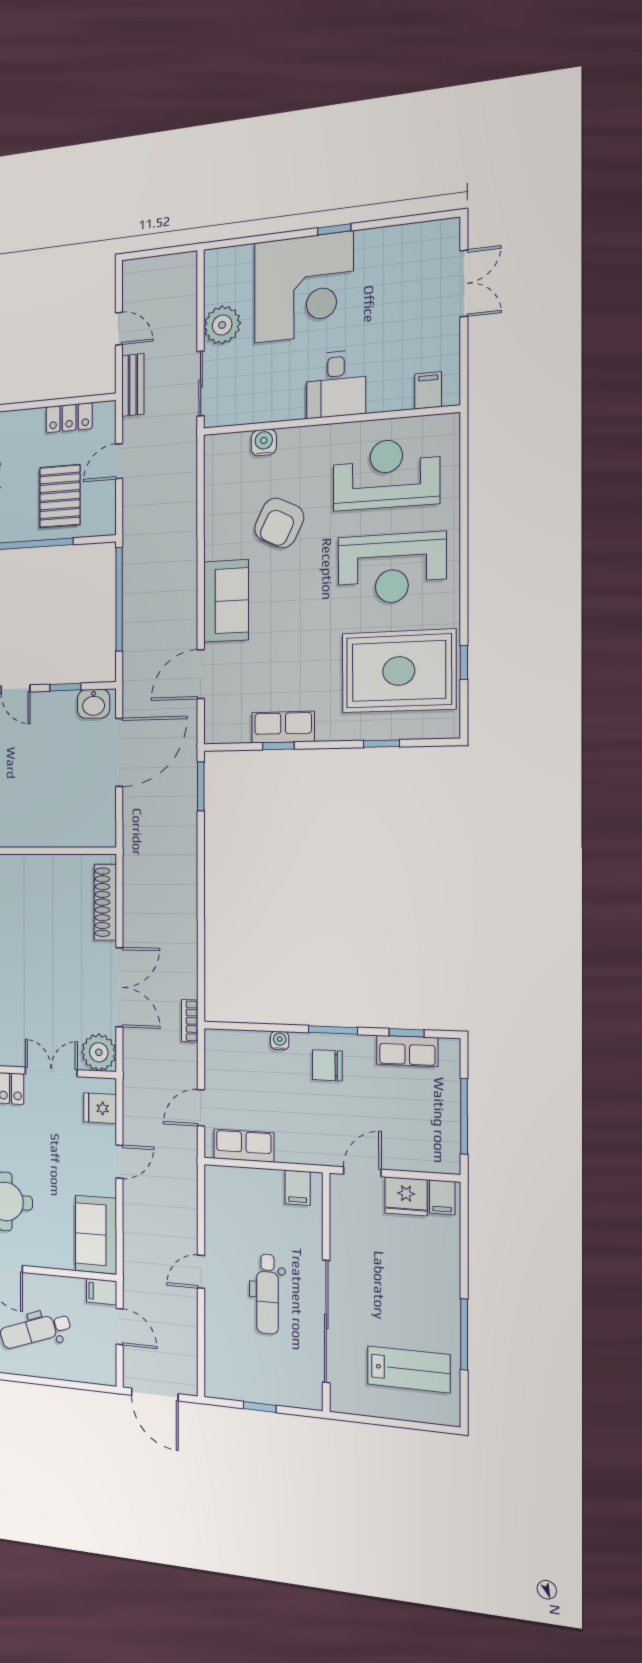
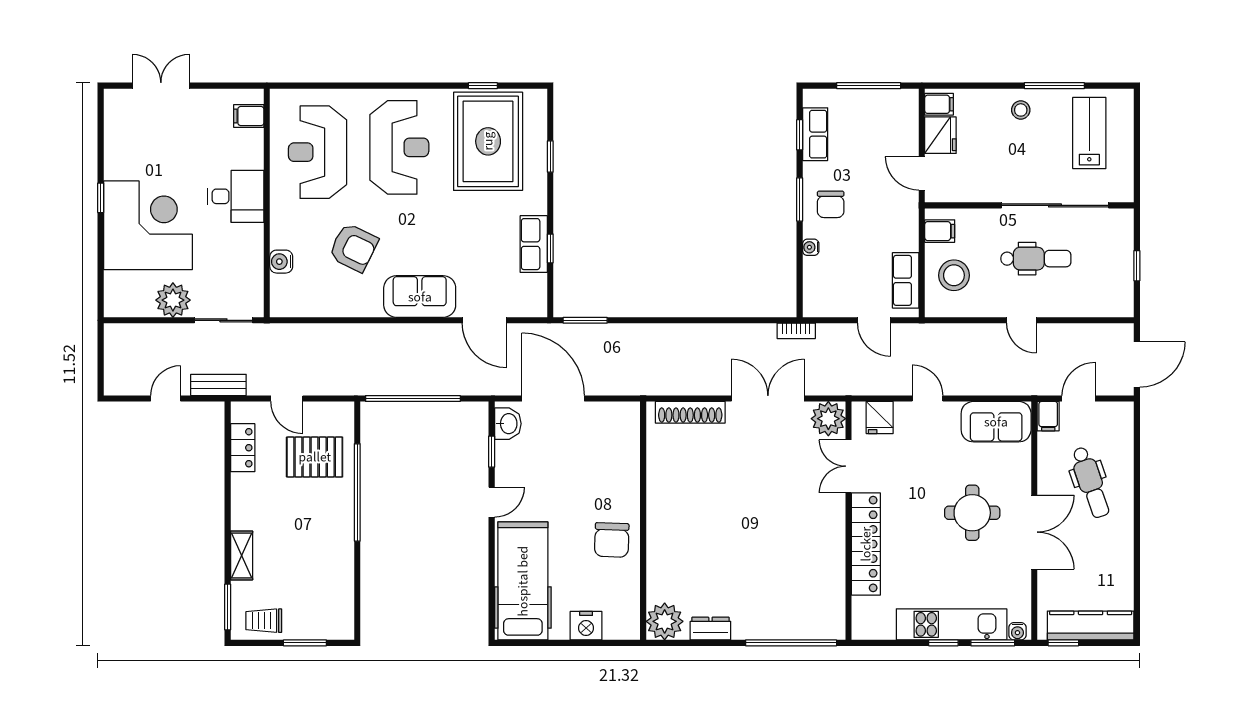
stool: (249, 1200) -> (954, 275), added
stool: (435, 1292) -> (1021, 110), added

